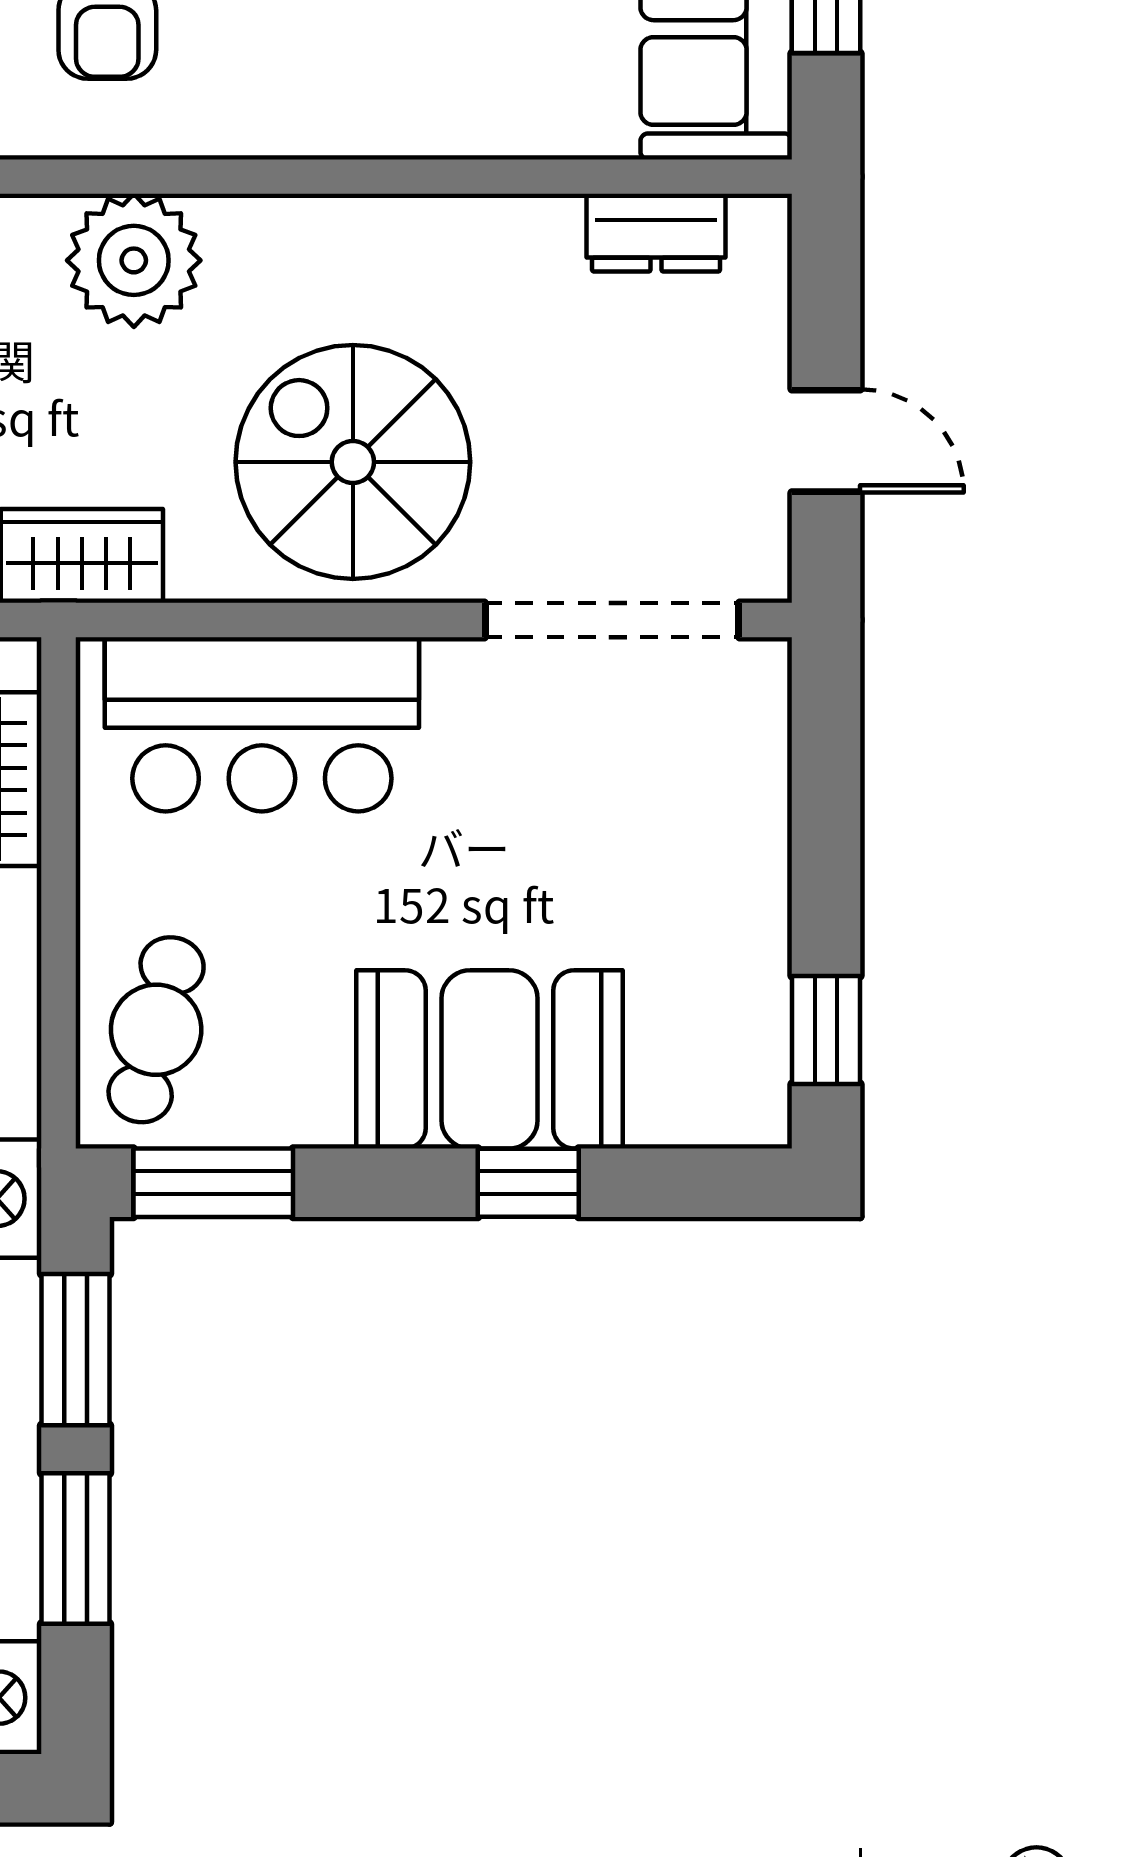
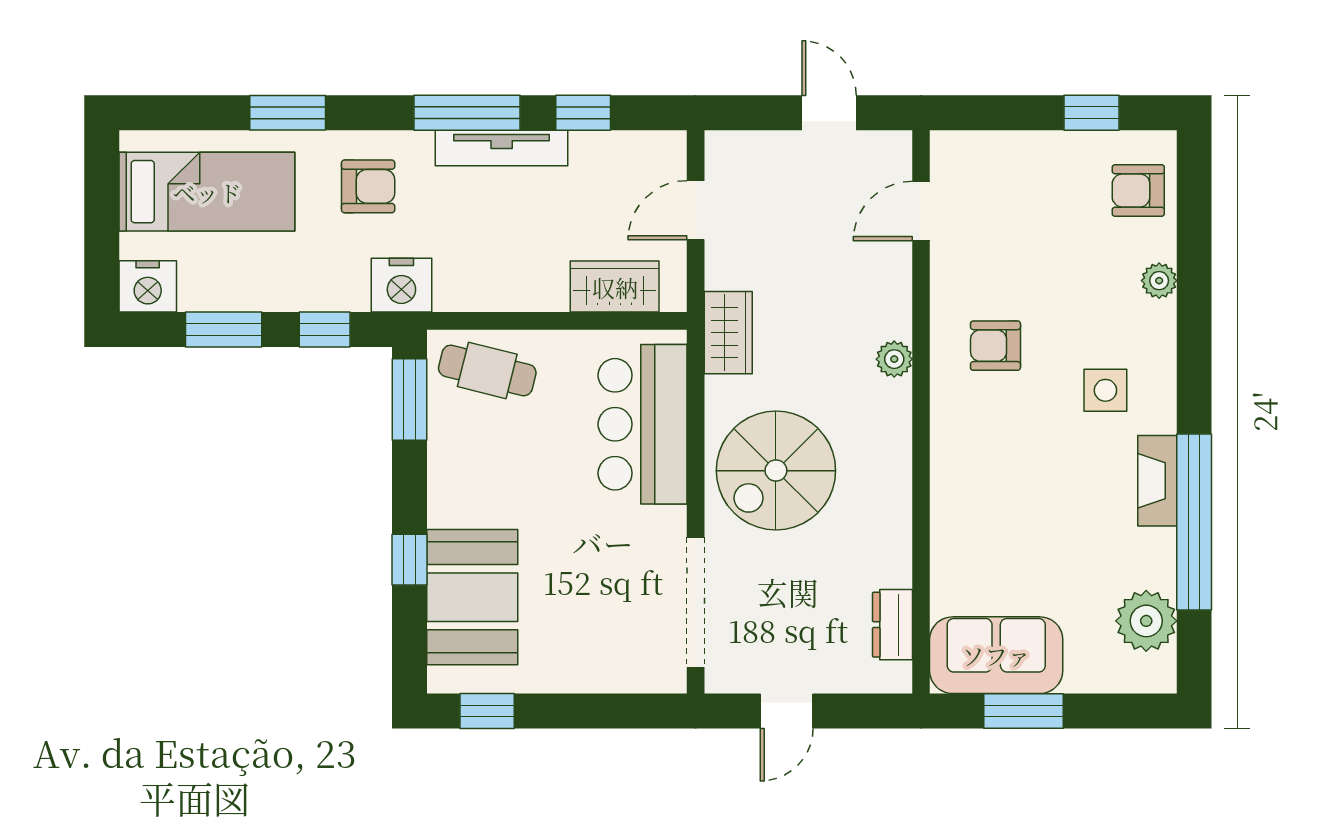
plant: (134, 260) -> (894, 359), width x0.53, depth x0.53
spiral stairs: (353, 462) -> (776, 471), turned 180
booth: (490, 1059) -> (472, 597), moved
window: (76, 1350) -> (325, 330), width x0.67

